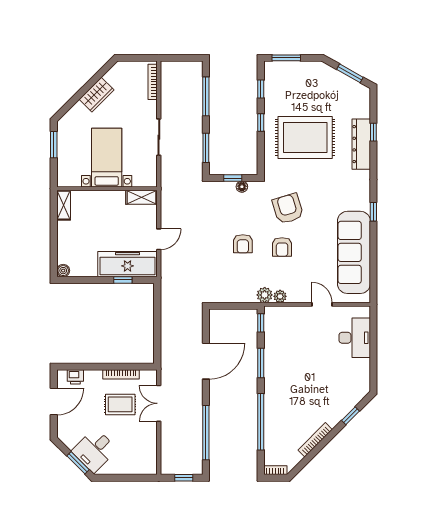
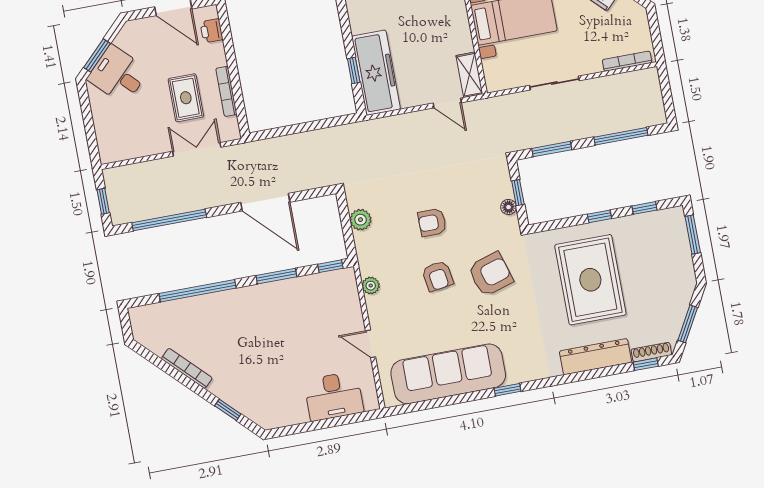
shoe rack: (365, 103) -> (651, 352), added
window: (373, 132) -> (646, 364), moved
door: (159, 239) -> (447, 103), moved
armchair: (282, 247) -> (438, 276), turned -99
plant: (265, 295) -> (361, 220), moved
door: (322, 304) -> (371, 344), swing flipped
bookcase: (275, 470) -> (136, 322), removed

